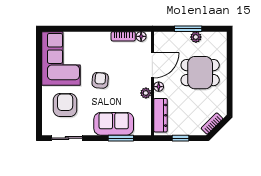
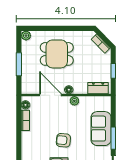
plant: (196, 37) -> (26, 36), moved
dining table: (200, 73) -> (57, 54), turned 90
dresser: (160, 115) -> (98, 88), width x0.70
window: (121, 138) -> (113, 138), moved

